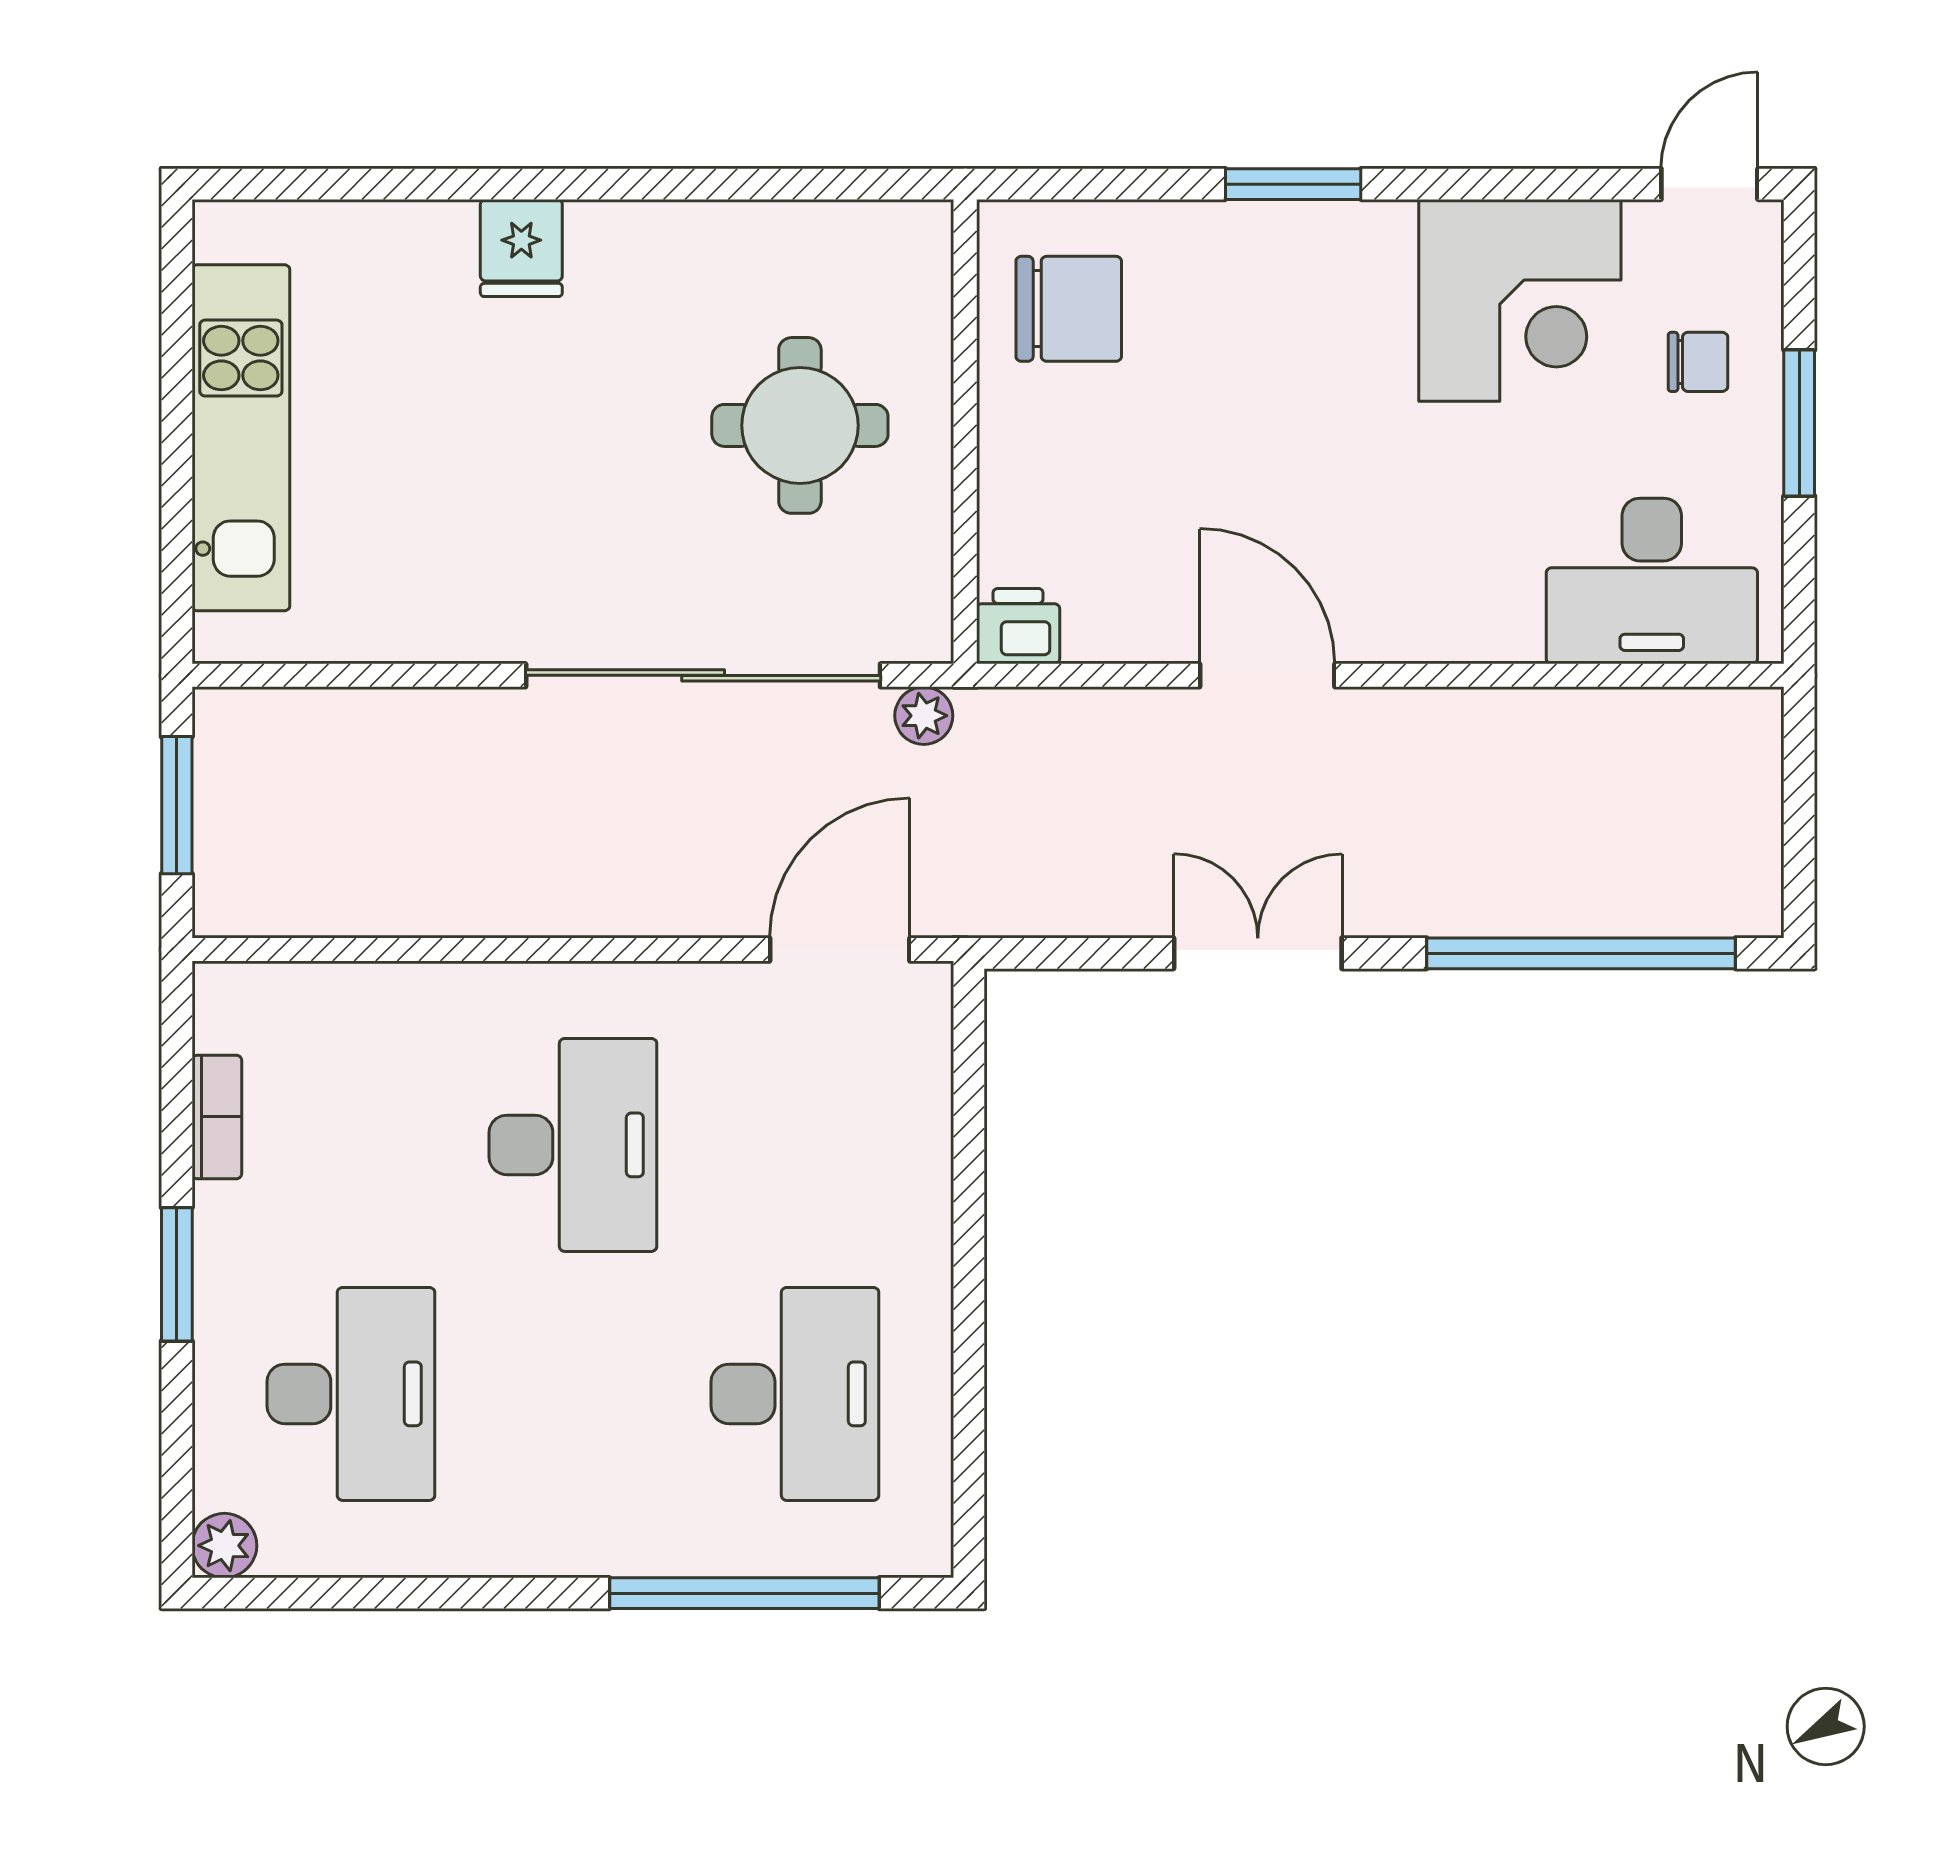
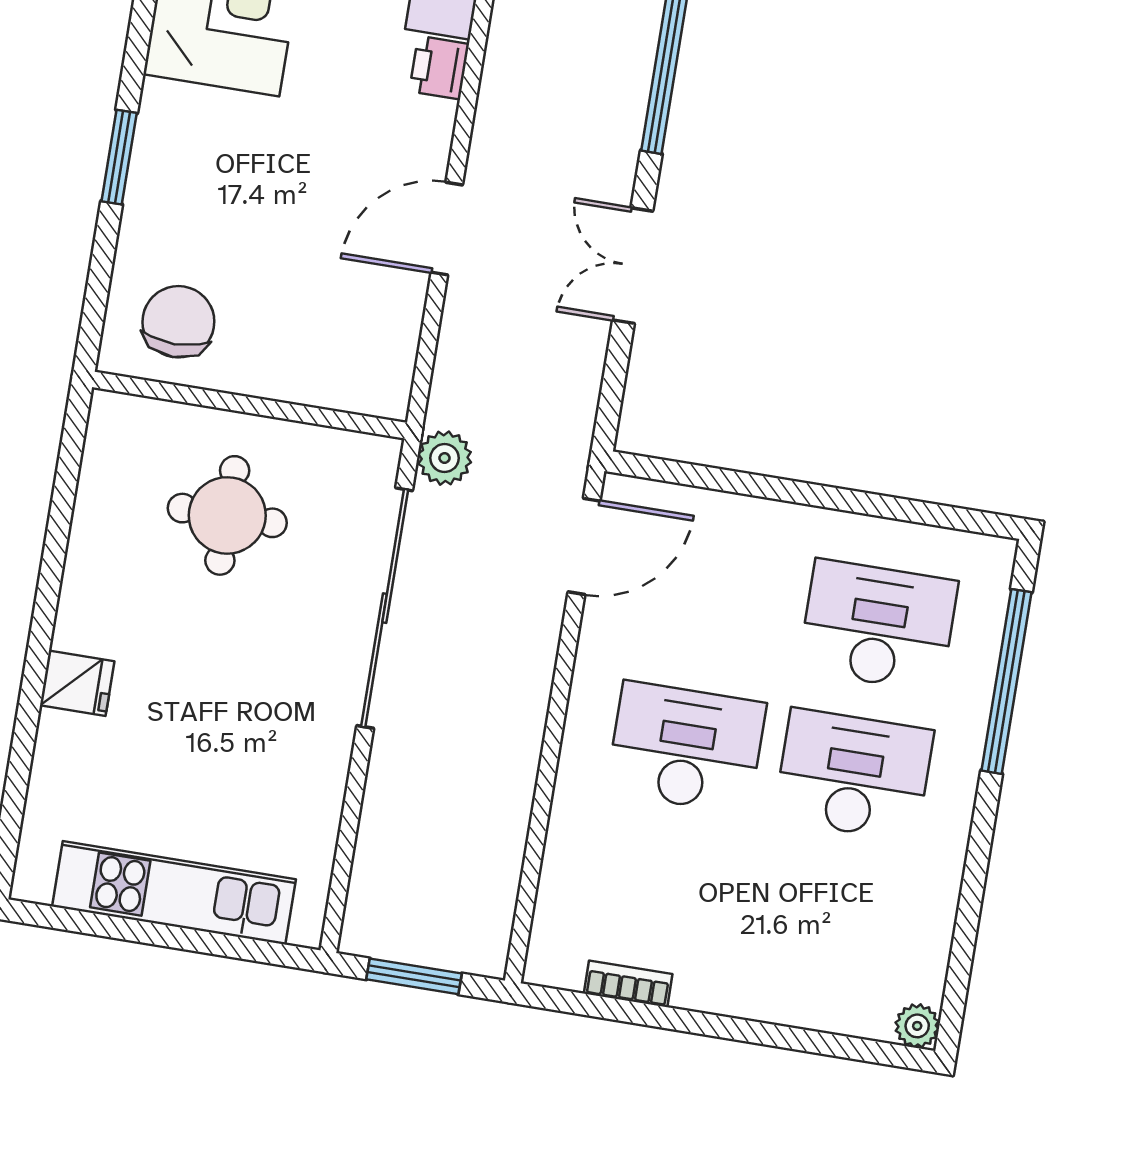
printer: (1018, 626) -> (439, 68), moved
plant: (924, 716) -> (445, 458), width x1.38, depth x1.38
door: (840, 950) -> (584, 546), swing flipped
window: (177, 1274) -> (729, 1028), removed
desk: (351, 1394) -> (854, 775), moved

